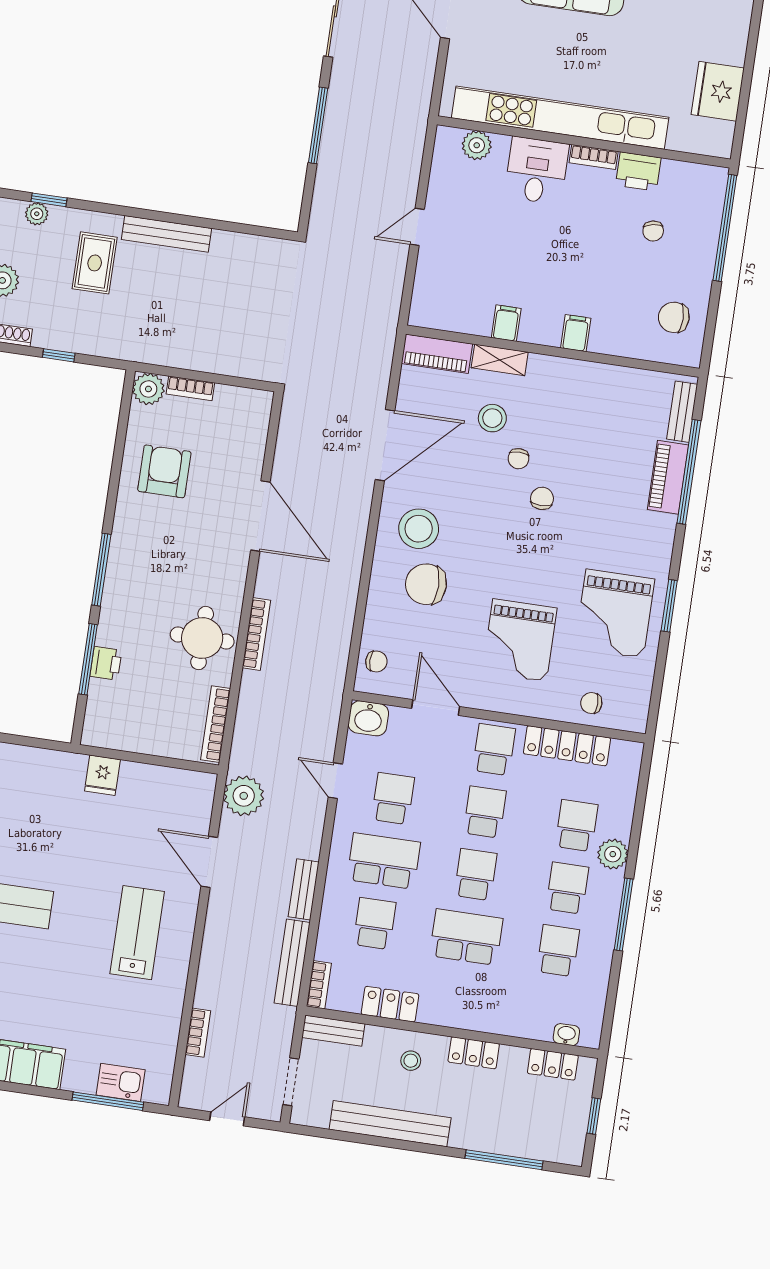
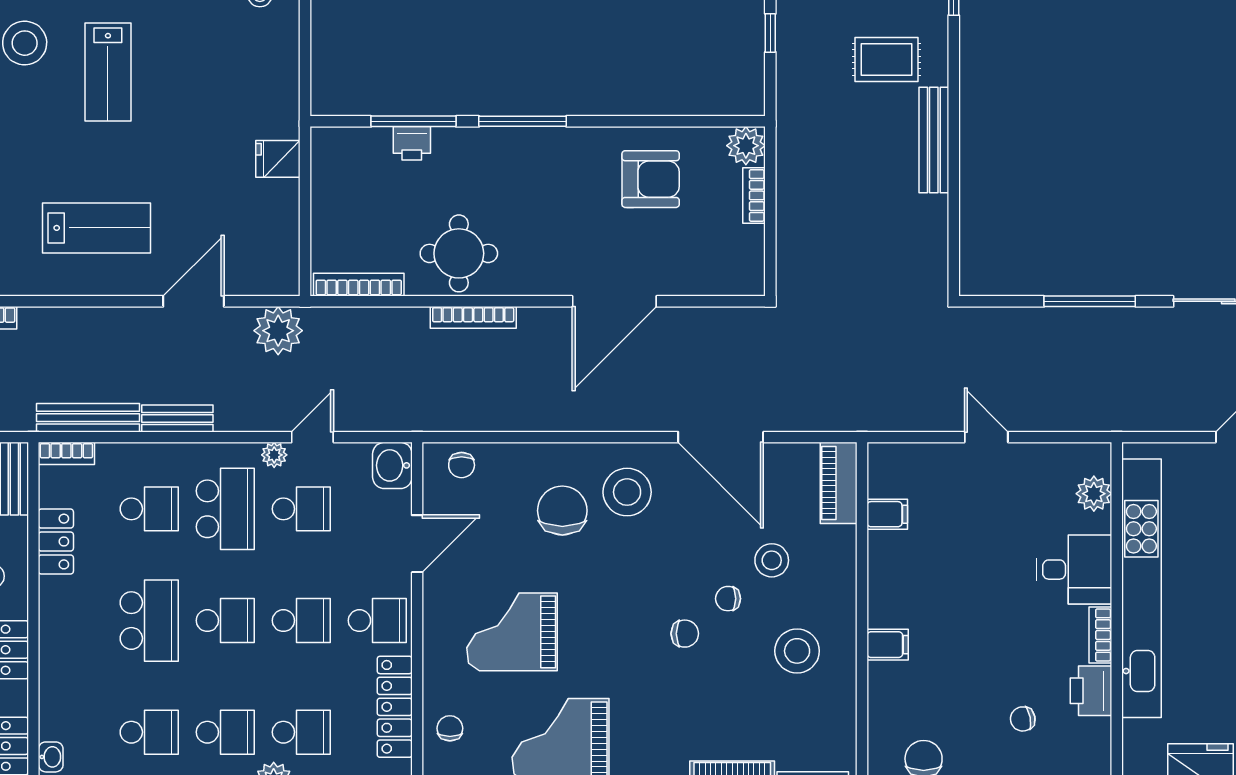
filing cabinet: (506, 323) -> (887, 514), moved
shelving: (500, 360) -> (842, 559), removed
stool: (570, 408) -> (797, 651), added
plant: (345, 814) -> (274, 455), added

